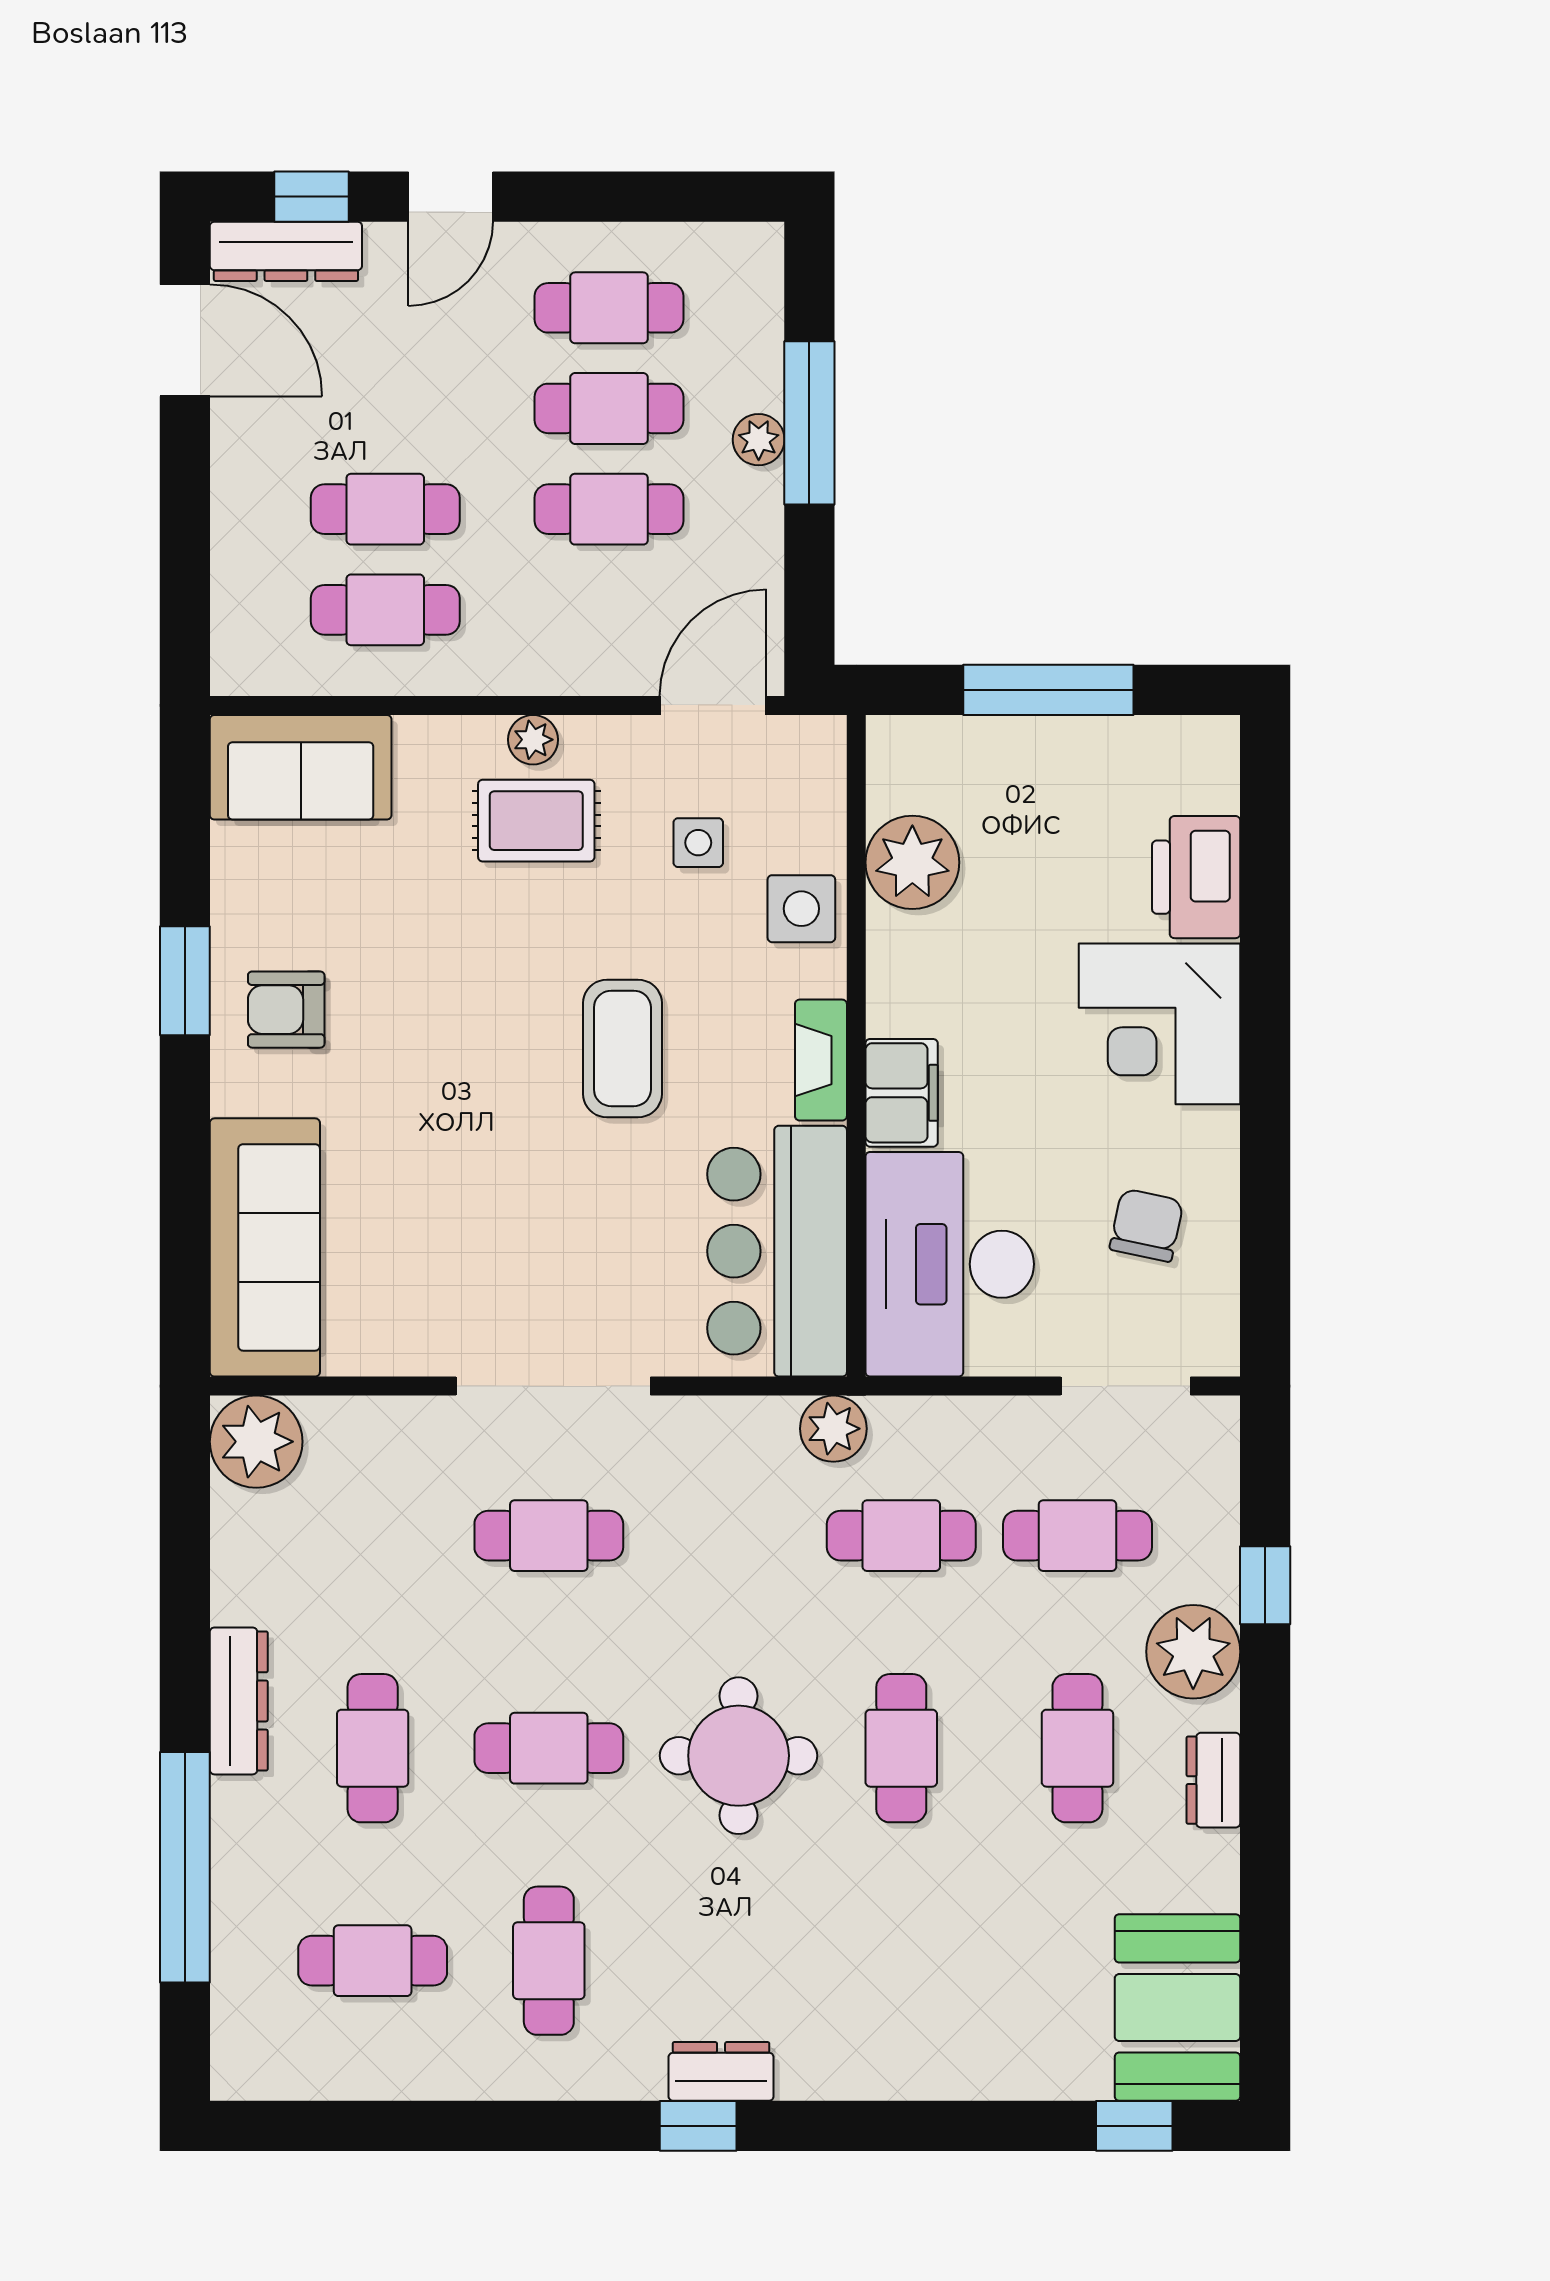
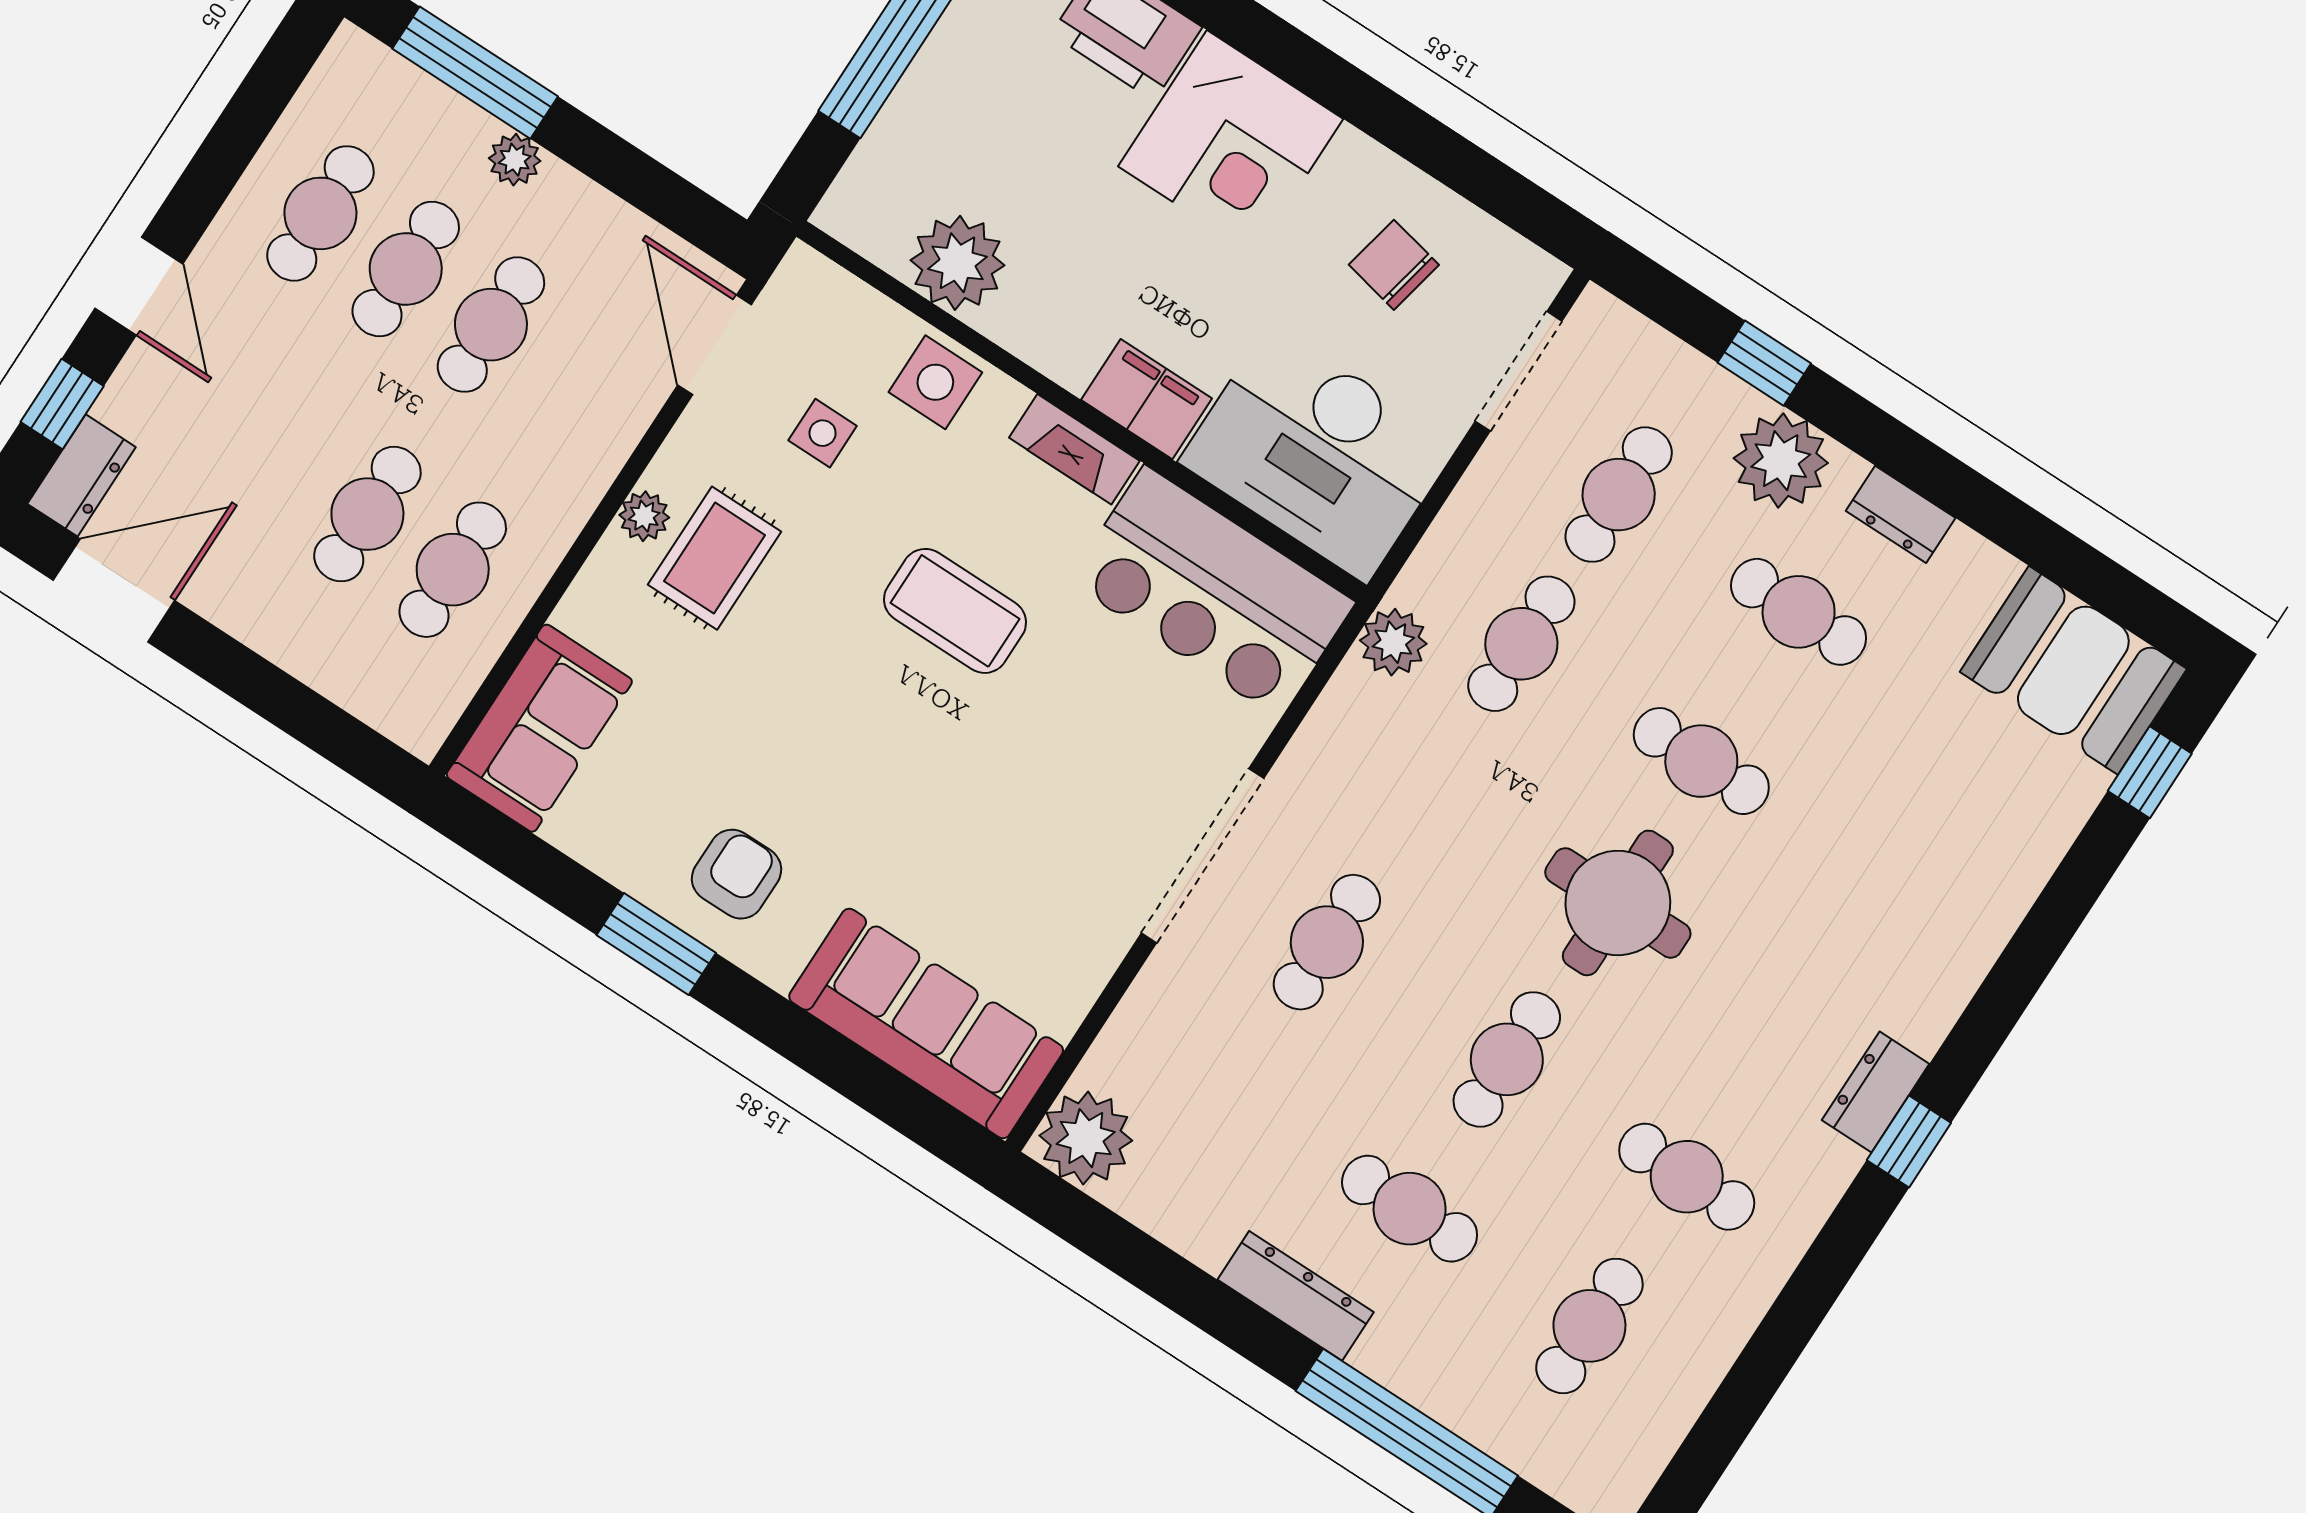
dresser: (286, 251) -> (82, 475), width x0.70
window: (809, 423) -> (475, 73), moved
armchair: (286, 1010) -> (736, 874), turned 180

